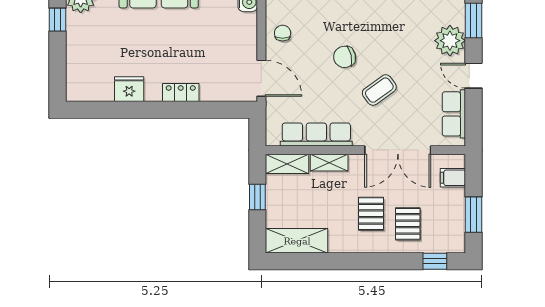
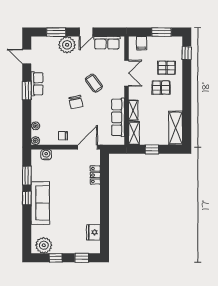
window: (57, 68) -> (82, 258), added
fridge: (129, 89) -> (93, 232), moved
locker: (181, 93) -> (95, 175), moved
double door: (398, 150) -> (126, 73), width x0.73

